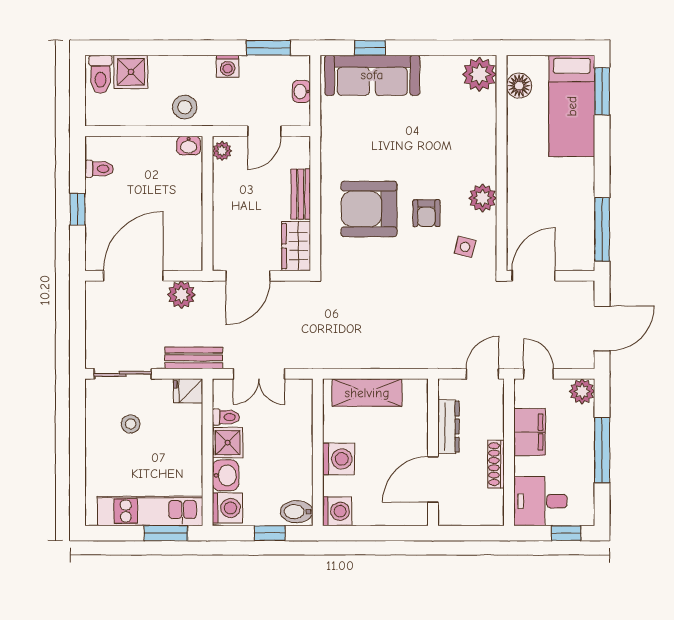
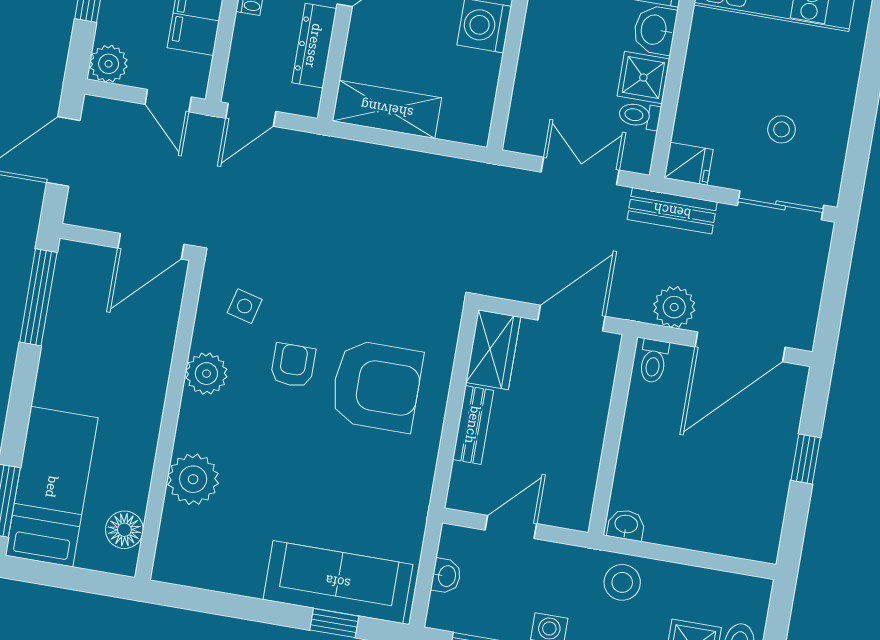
plant: (479, 74) -> (193, 479), moved
plant: (222, 151) -> (578, 509), removed
toilet: (99, 169) -> (654, 361), moved, turned -90
shelving: (367, 393) -> (387, 109), moved

